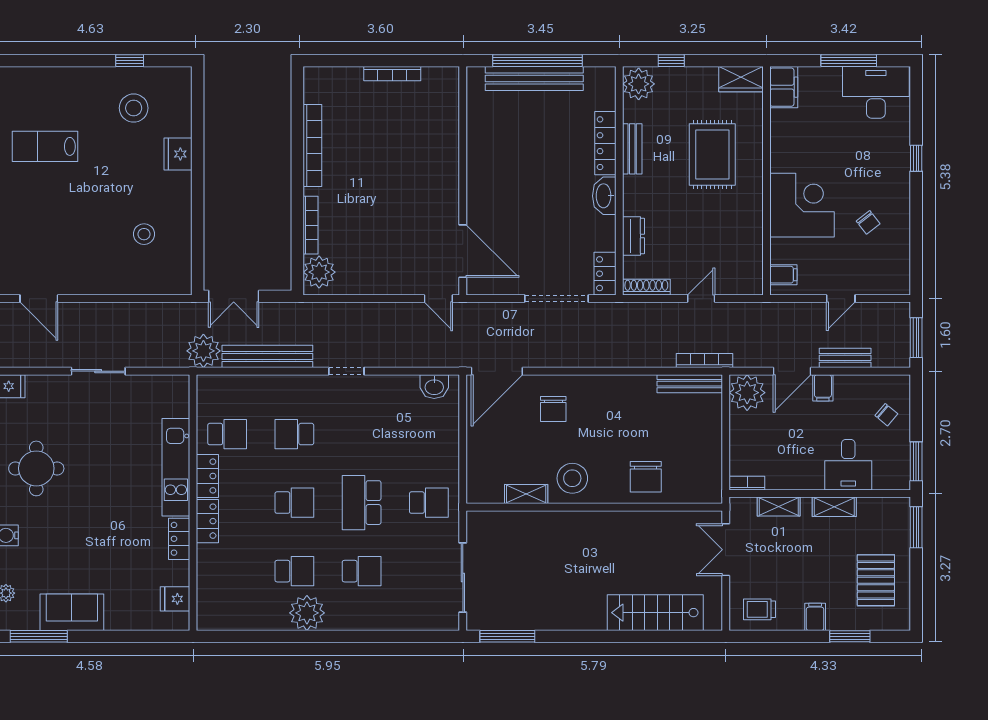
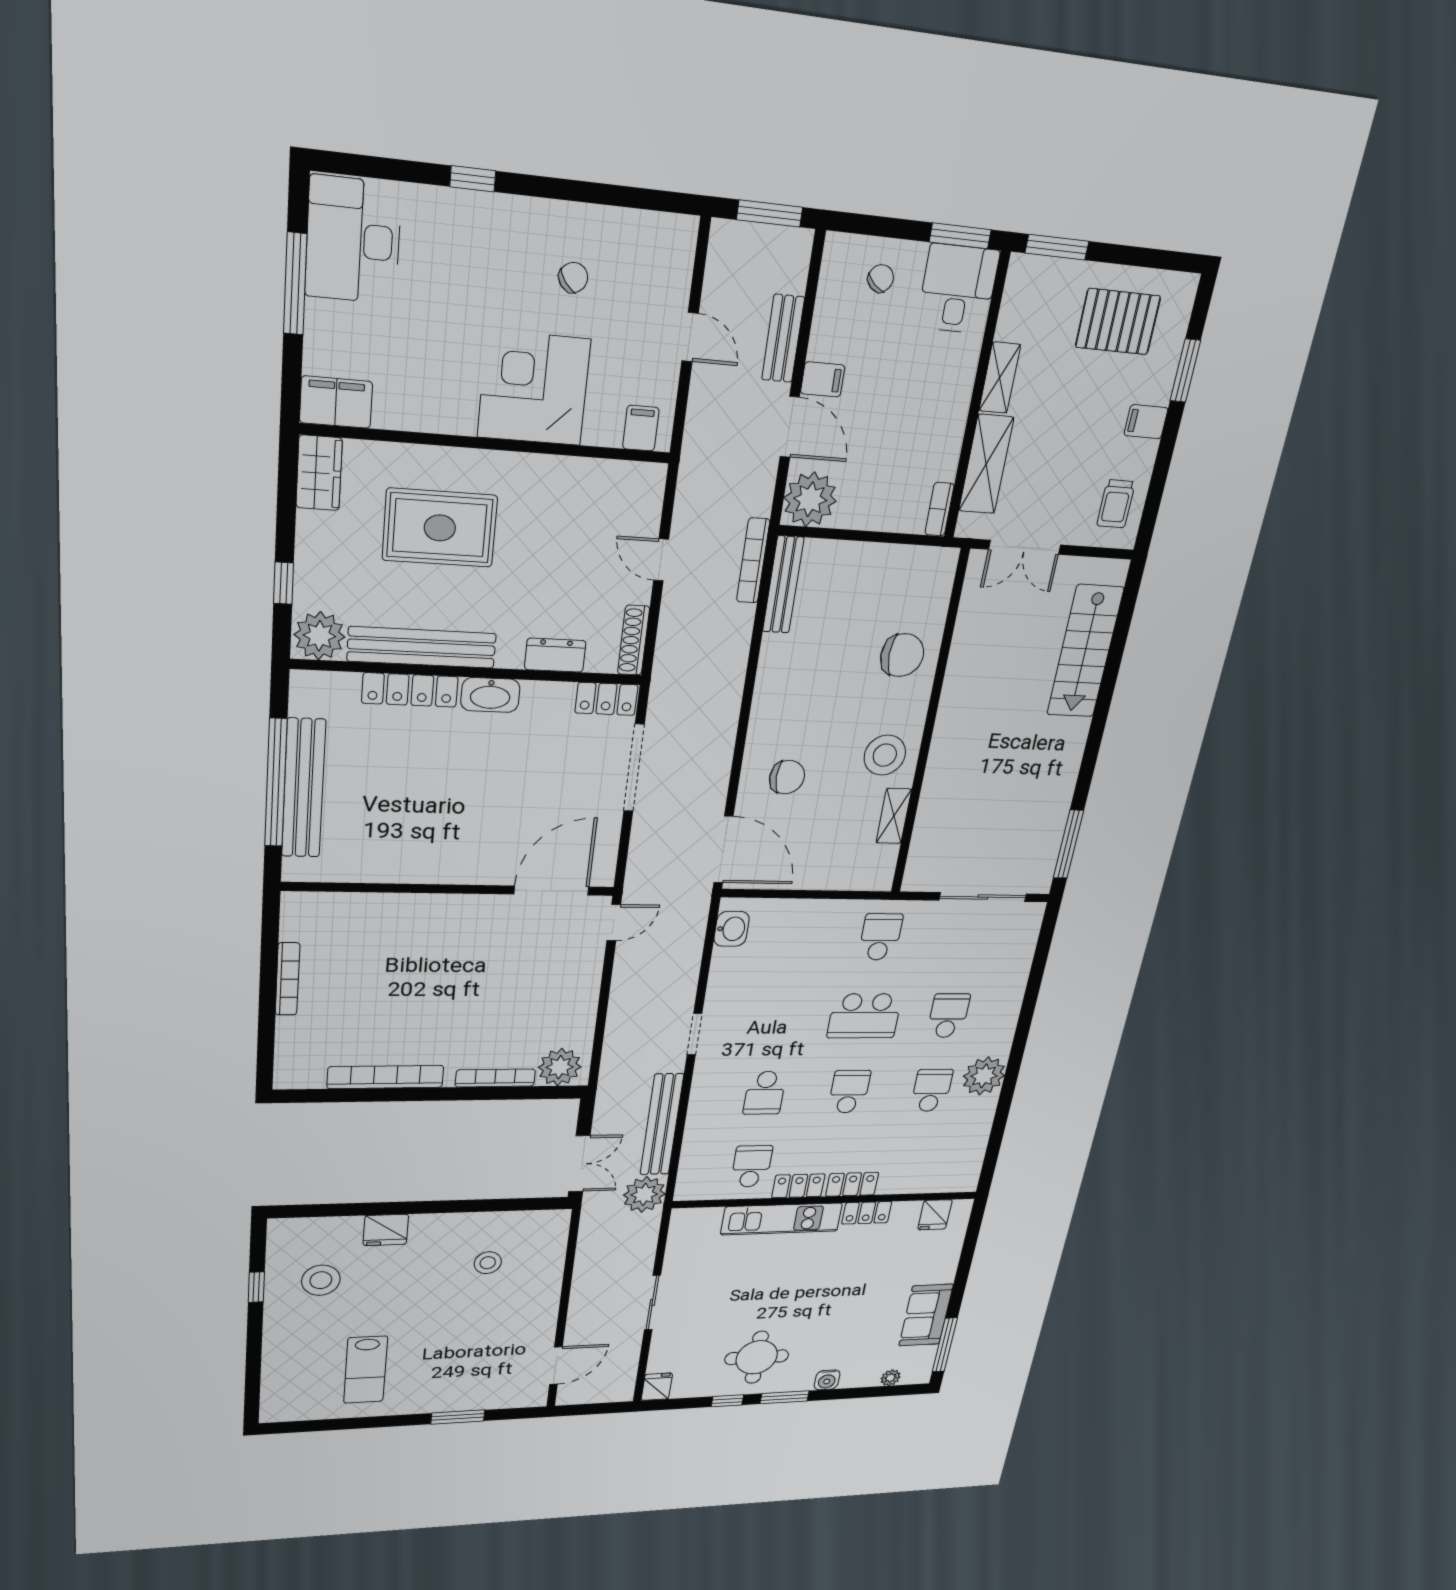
bench: (632, 149) -> (422, 647), width x1.86, depth x1.21
desk: (848, 465) -> (958, 289), moved, turned -90
shelving: (779, 506) -> (986, 464), width x1.50, depth x1.33

